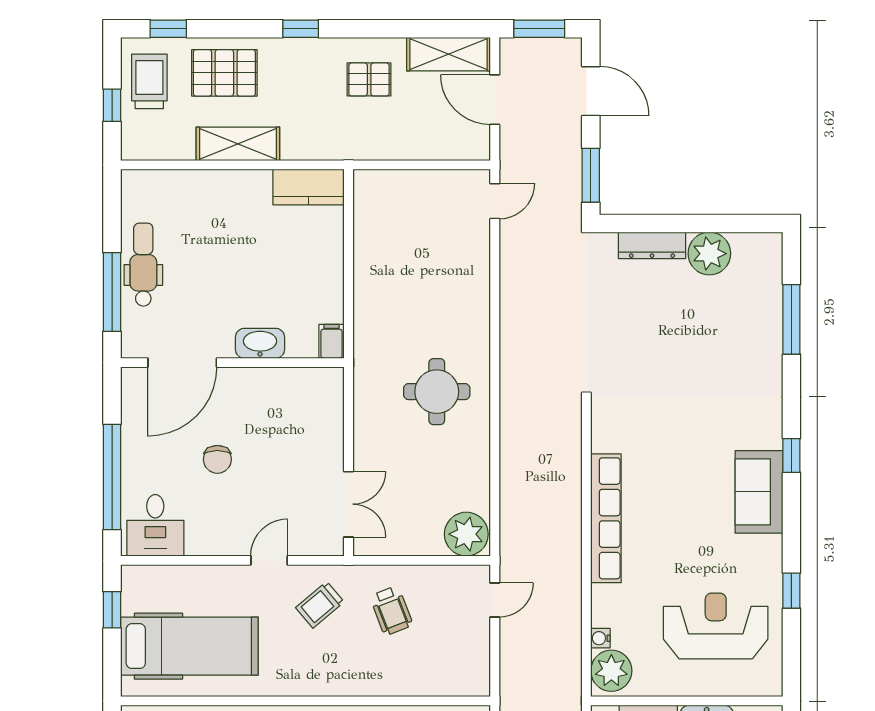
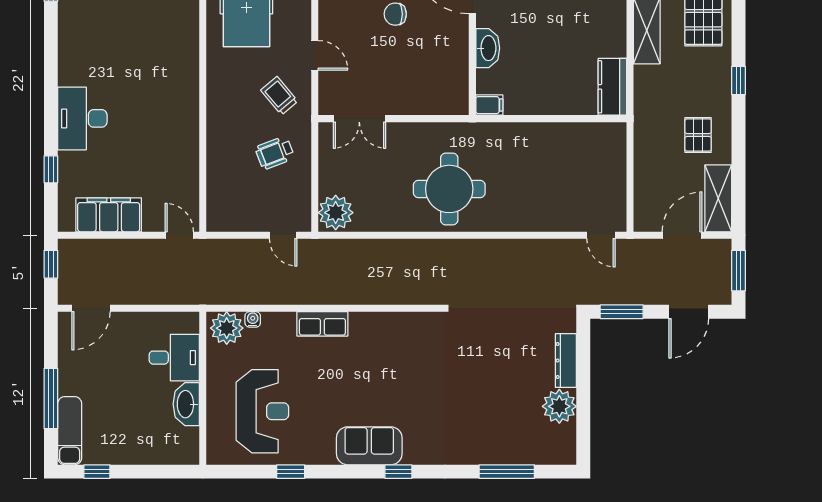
round table: (437, 392) -> (449, 189), width x1.36, depth x1.36
row of seats: (606, 518) -> (322, 324), width x0.50

